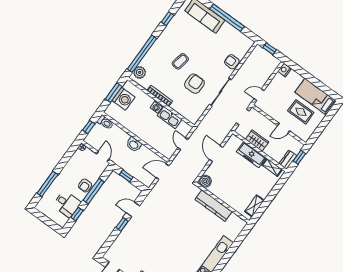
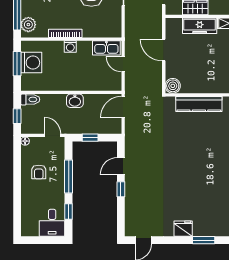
kitchen sink: (170, 118) -> (106, 48), moved
window: (47, 184) -> (17, 203), removed
armchair: (85, 185) -> (39, 172), moved
desk: (67, 204) -> (52, 223), moved, turned 90

